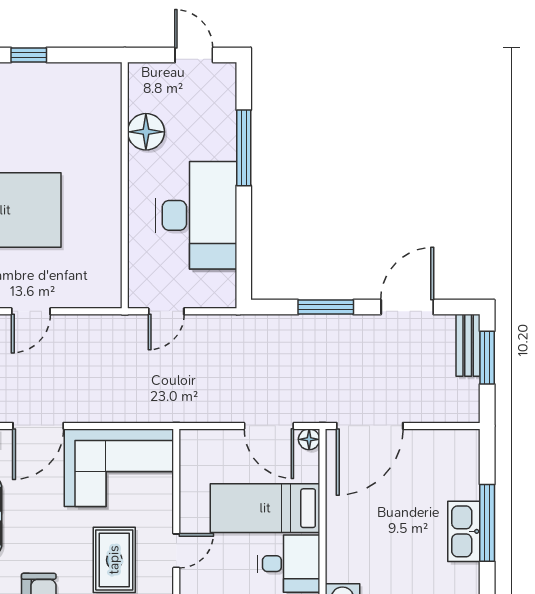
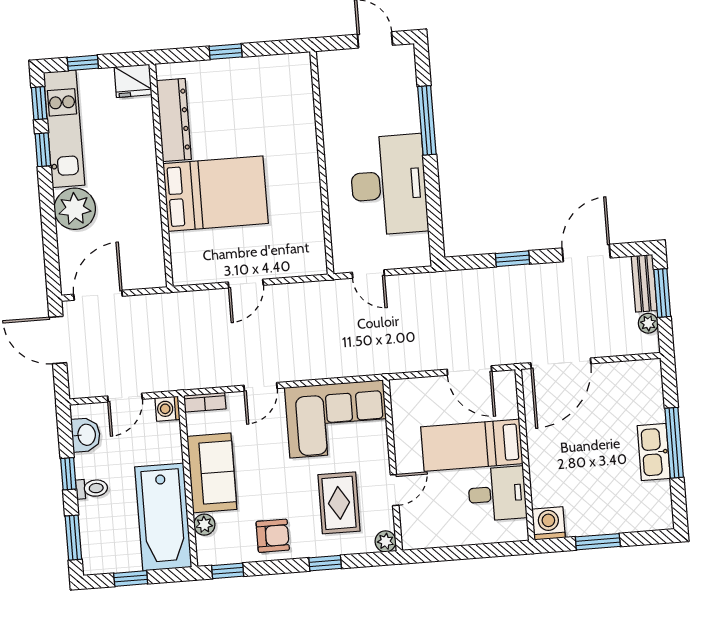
floor lamp: (146, 132) -> (337, 113), removed
window: (326, 307) -> (513, 259), width x0.67
door: (166, 311) -> (368, 274), hinge flipped
plant: (469, 390) -> (648, 323), added
door: (38, 426) -> (261, 387), width x0.73
floor lamp: (309, 439) -> (507, 380), removed

